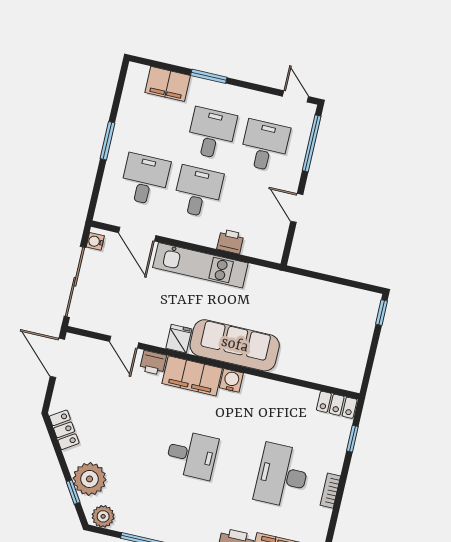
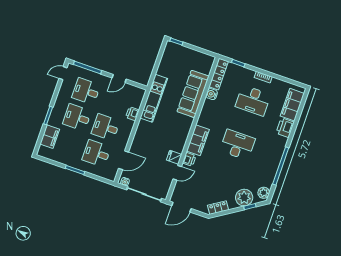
kitchen unit: (200, 265) -> (154, 98), moved
fridge: (179, 339) -> (174, 157), moved
sofa: (235, 345) -> (193, 94), moved
water cooler: (231, 380) -> (212, 94), moved
locker: (337, 405) -> (219, 74), width x1.53
desk: (192, 455) -> (238, 145), width x1.37

